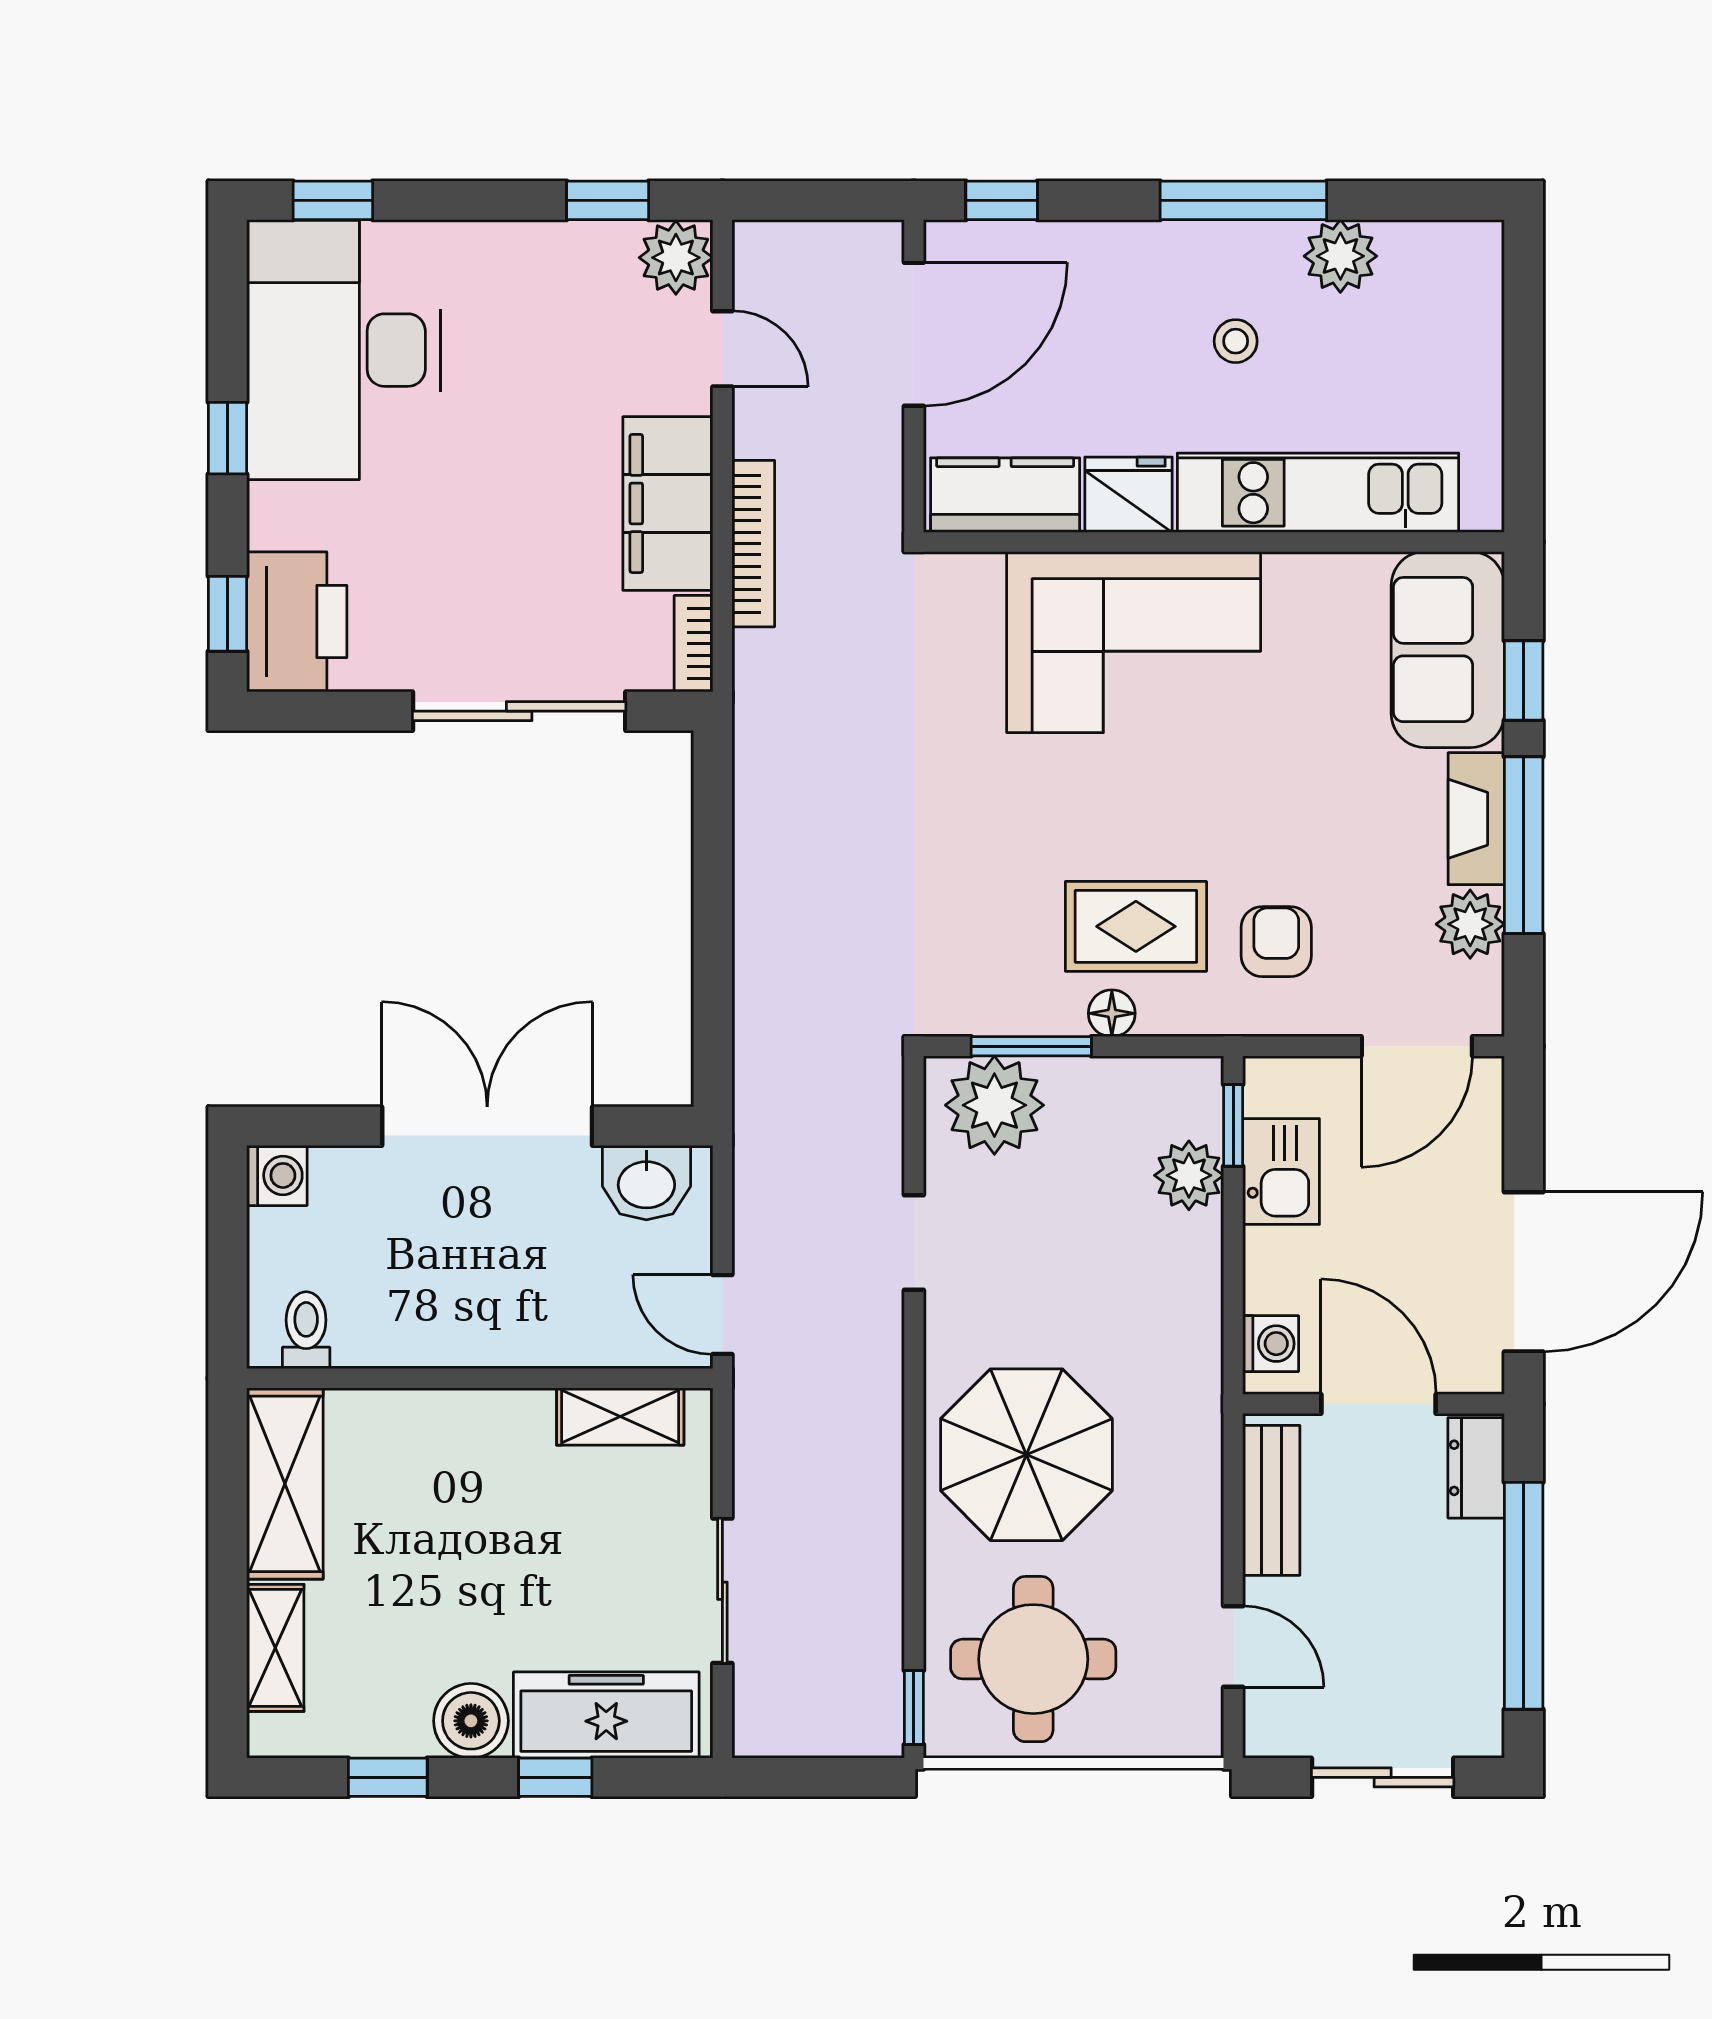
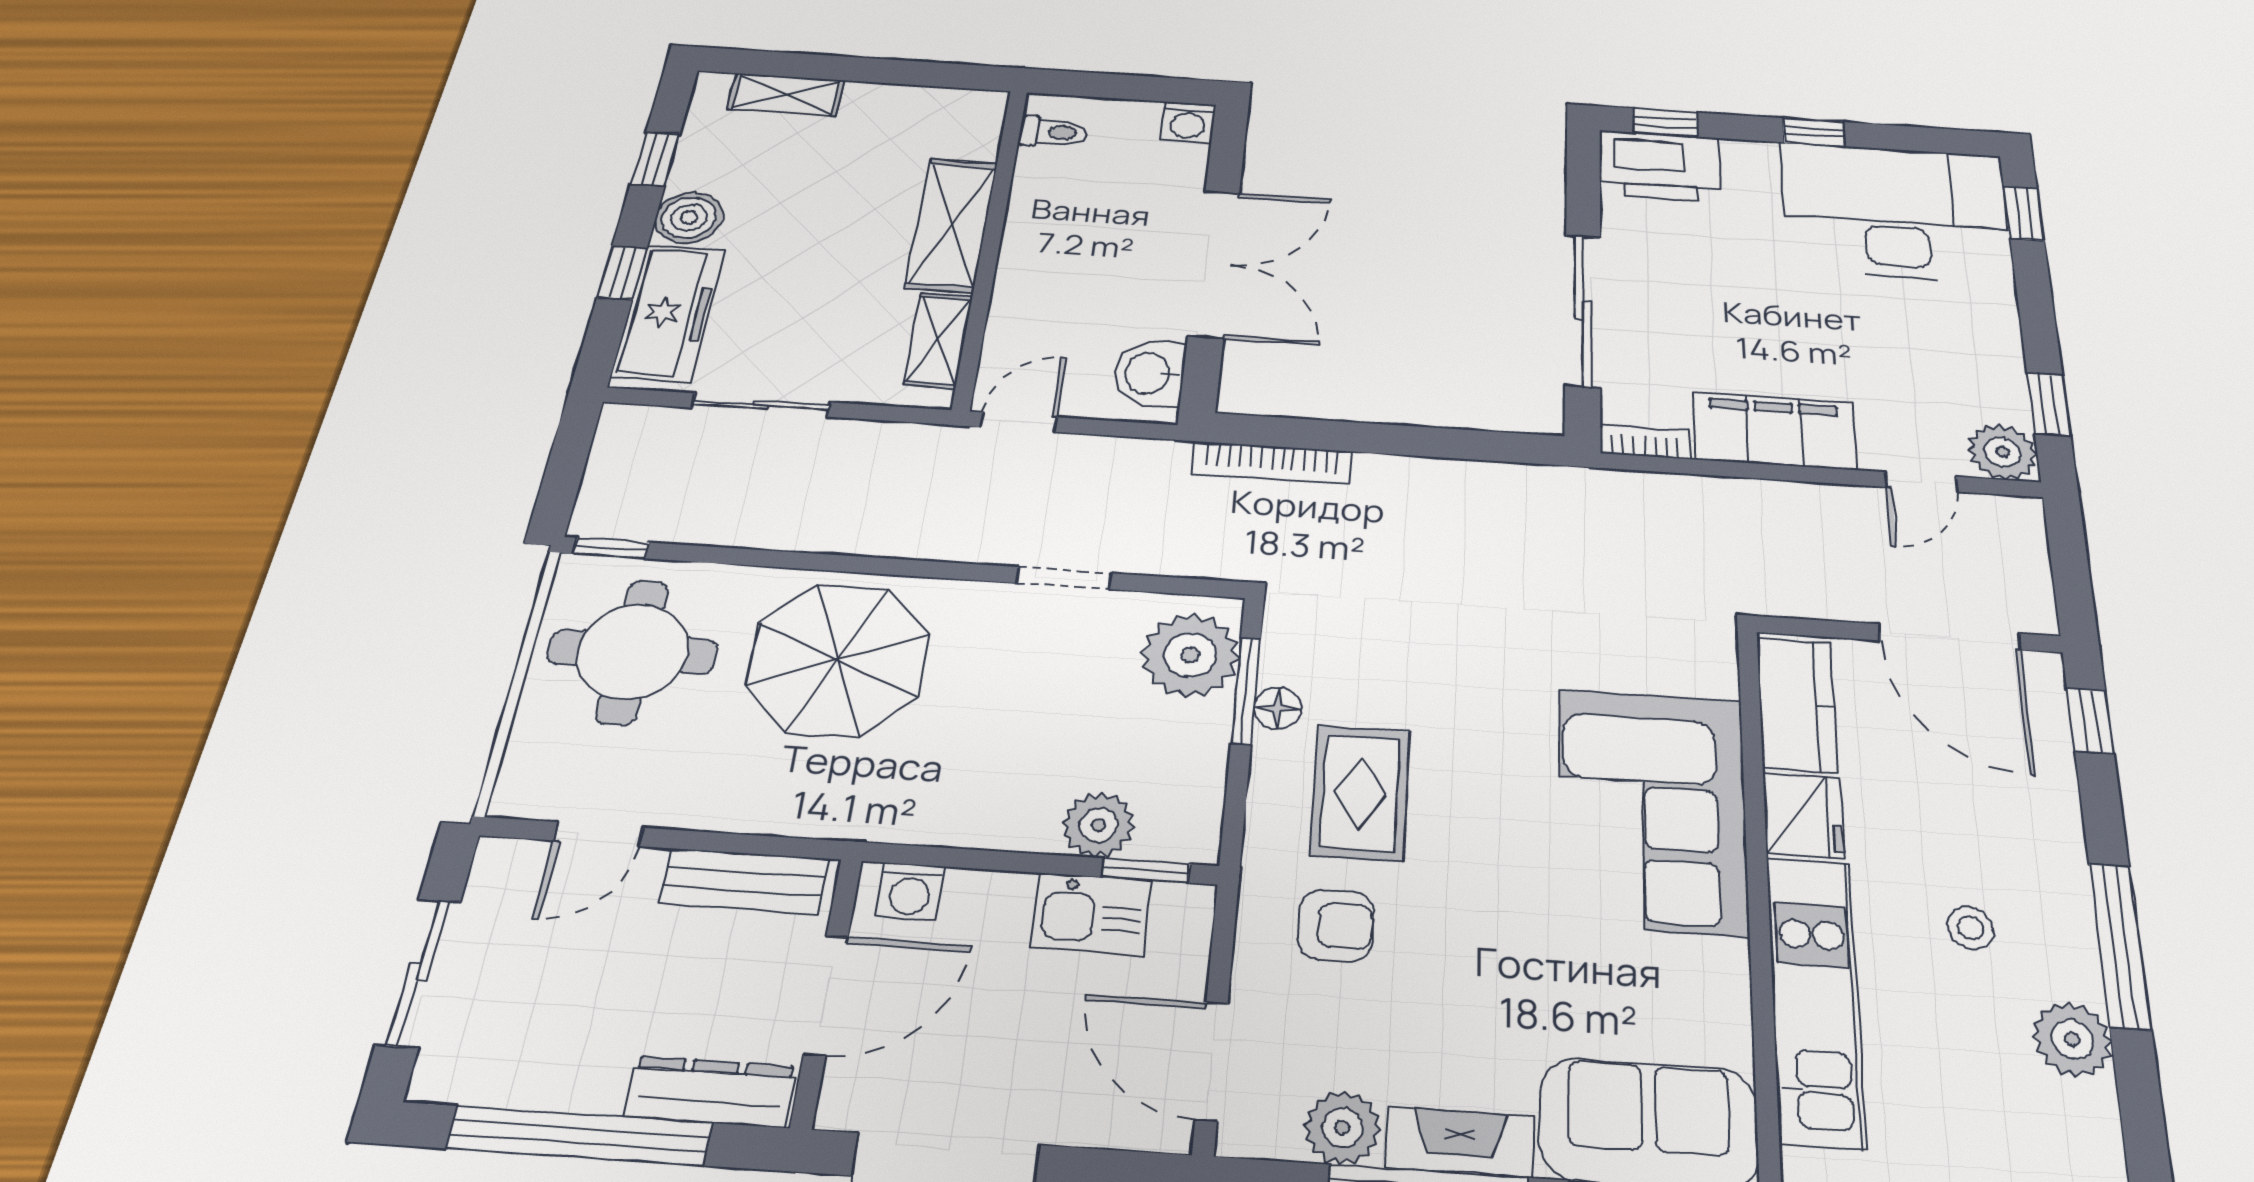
bookcase: (753, 544) -> (1272, 463), moved
floor lamp: (1112, 1013) -> (1278, 708), moved
dresser: (1476, 1468) -> (711, 1092), width x1.44
shelving: (285, 1484) -> (952, 225), moved, turned 90

